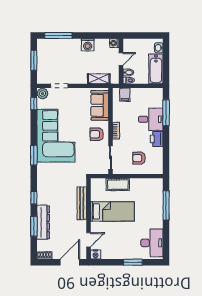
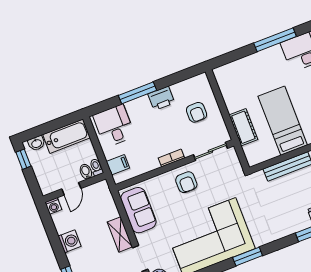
window: (152, 35) -> (23, 159), added
door: (121, 59) -> (71, 189), swing flipped
shelving: (99, 79) -> (120, 234), moved
sofa: (100, 105) -> (138, 210), moved, turned -90
window: (166, 113) -> (138, 93), moved
desk: (151, 119) -> (114, 126), moved
window: (166, 205) -> (275, 40), moved

